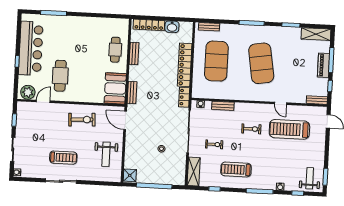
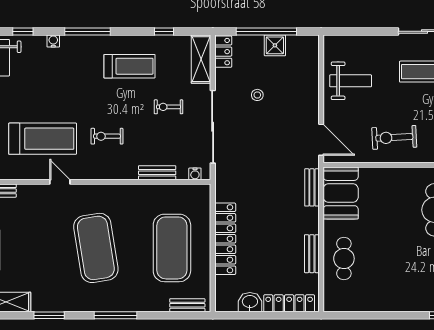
locker: (184, 97) -> (223, 52), moved
weight bench: (106, 154) -> (351, 81), turned 90
shower: (130, 175) -> (275, 45), moved

